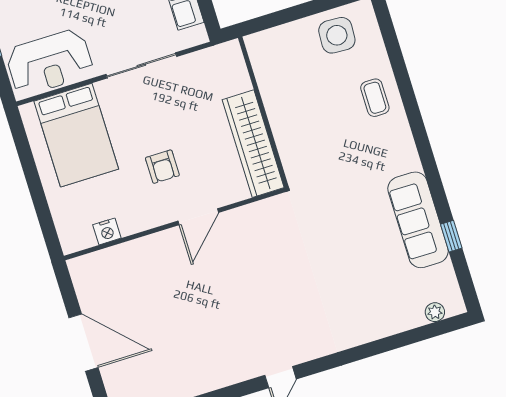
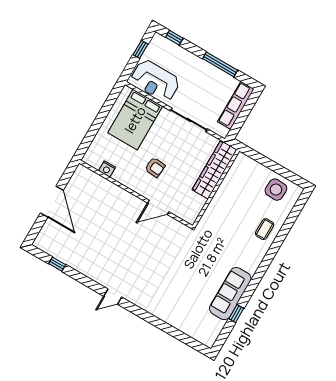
wardrobe: (253, 144) -> (214, 170), moved
armchair: (162, 167) -> (155, 167), turned -85
door: (198, 217) -> (158, 207), moved
plant: (435, 312) -> (199, 336), removed

